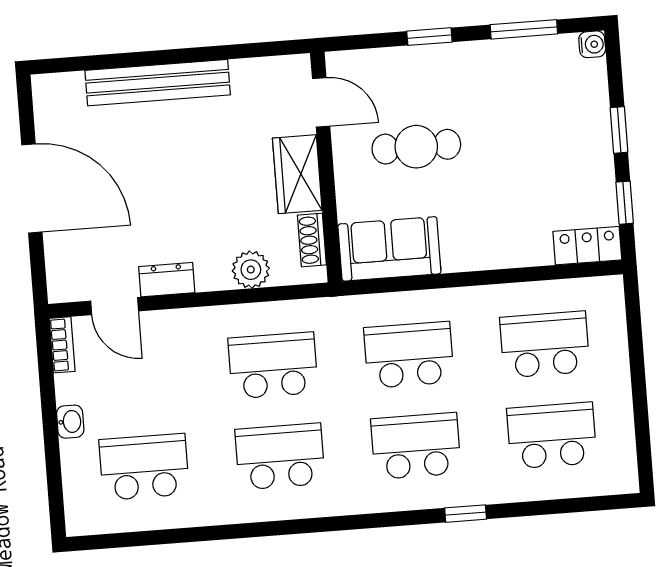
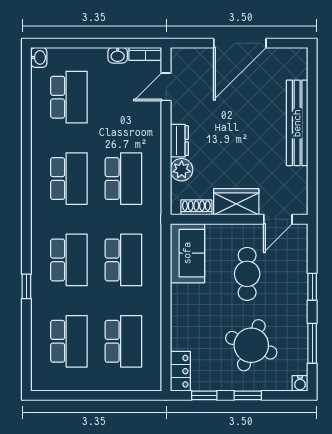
round table: (535, 131) -> (251, 345), added
dresser: (167, 280) -> (179, 141), moved
washbasin: (70, 422) -> (118, 55), moved
washbasin: (82, 522) -> (39, 57), added

